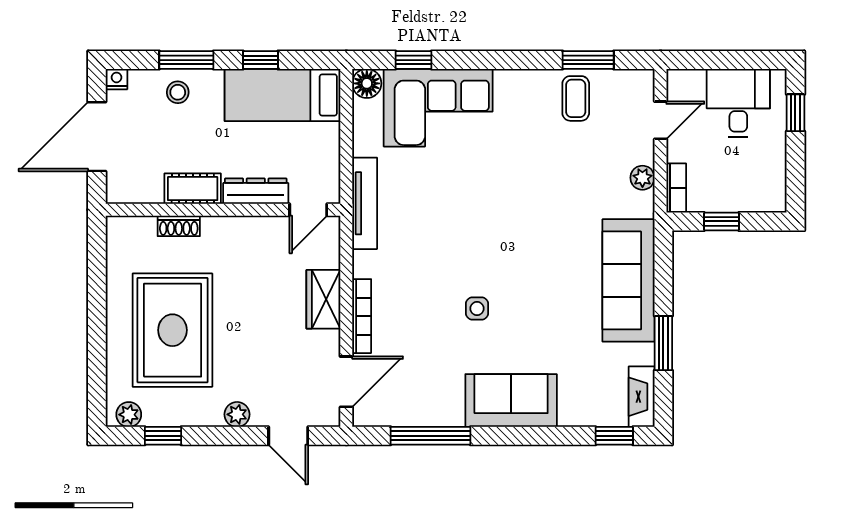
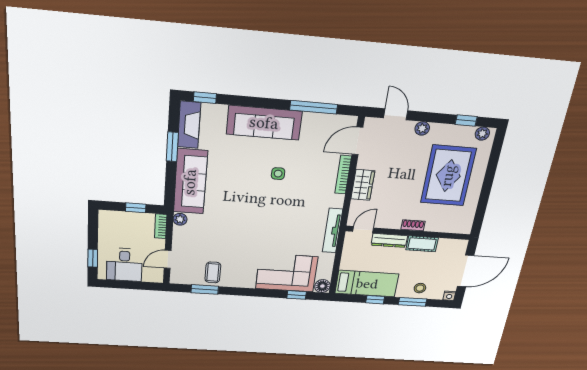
plant: (642, 178) -> (180, 219), moved
shoe rack: (179, 226) -> (413, 225), moved
fireplace: (642, 397) -> (189, 125), width x1.37, depth x1.32
sofa: (511, 401) -> (264, 123), width x1.36

